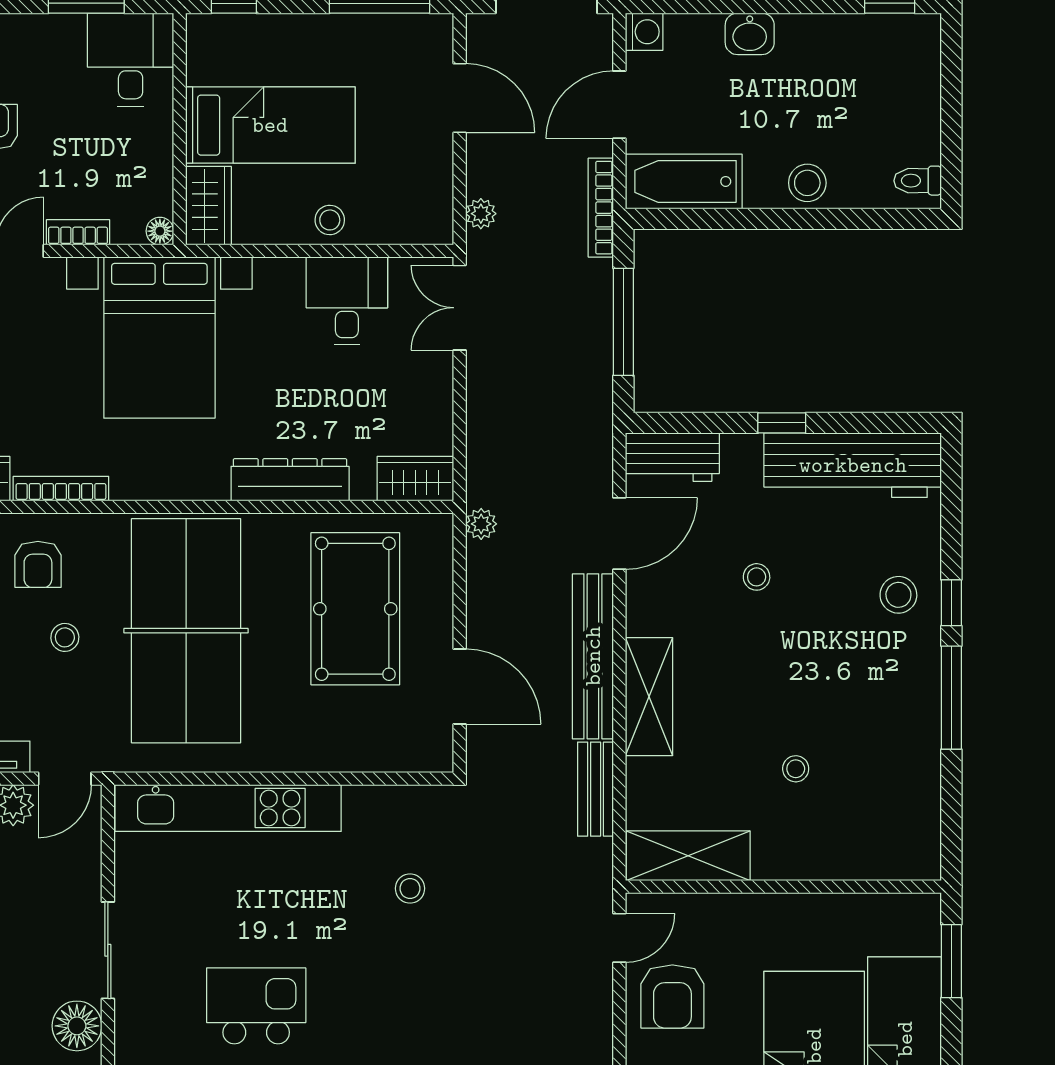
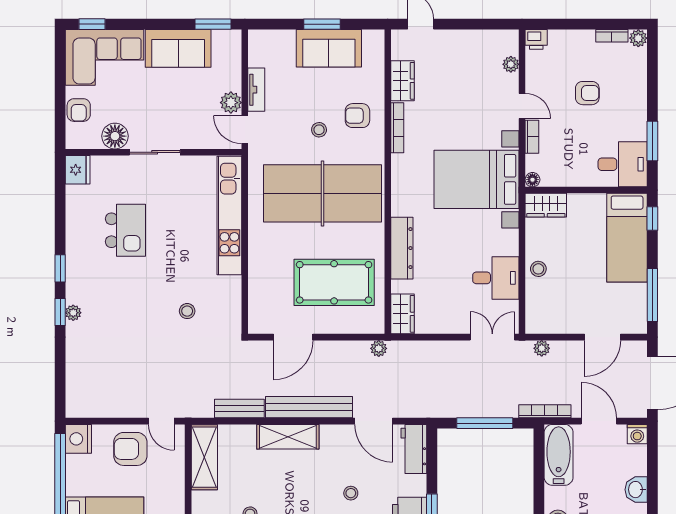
bed: (270, 125) -> (627, 238), moved

